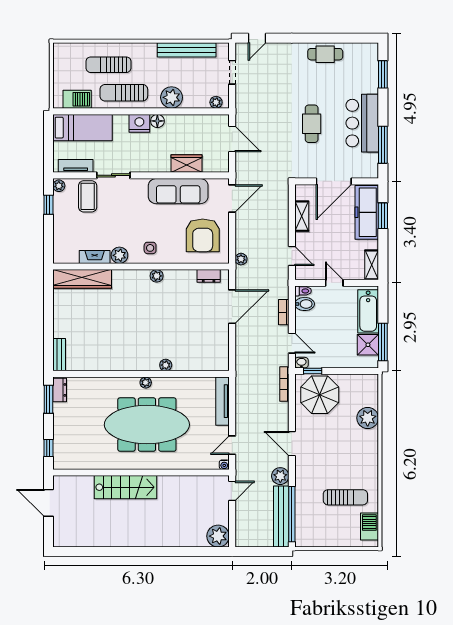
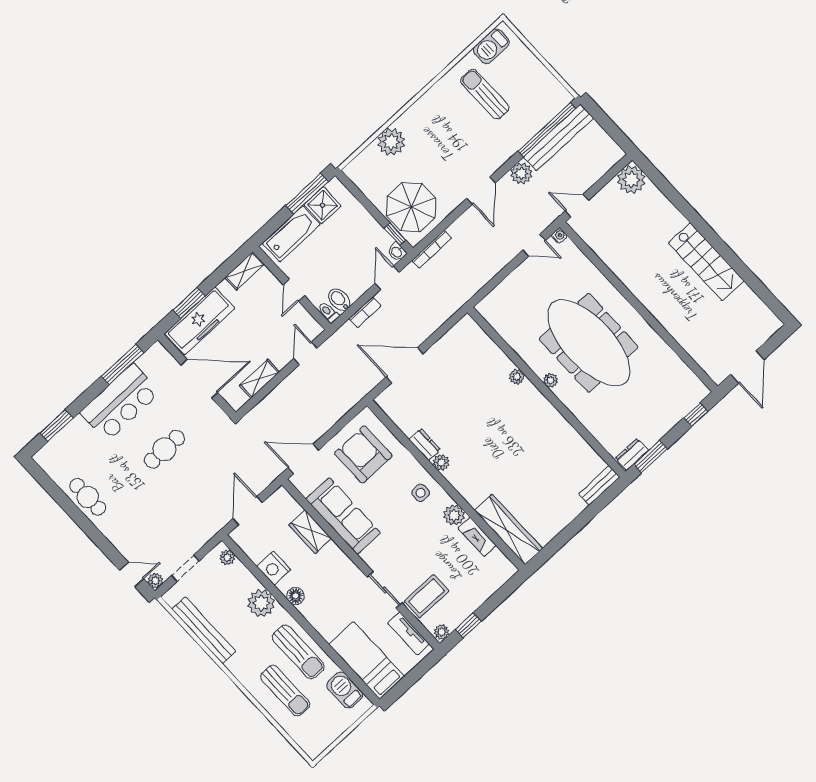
nightstand: (139, 123) -> (274, 568), moved
armchair: (203, 235) -> (363, 455), turned -90
plant: (241, 259) -> (155, 581), moved
dresser: (209, 276) -> (425, 445), moved
tv unit: (223, 401) -> (501, 292), removed
stairs: (125, 487) -> (706, 262), moved, turned 180

